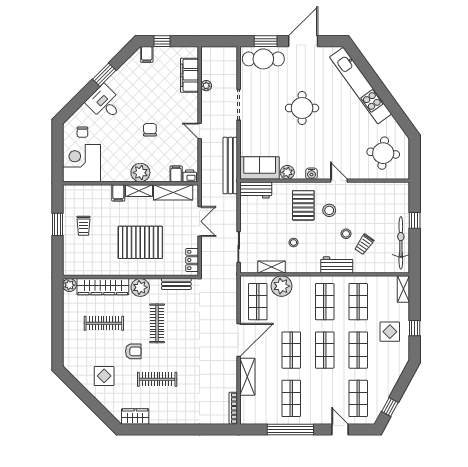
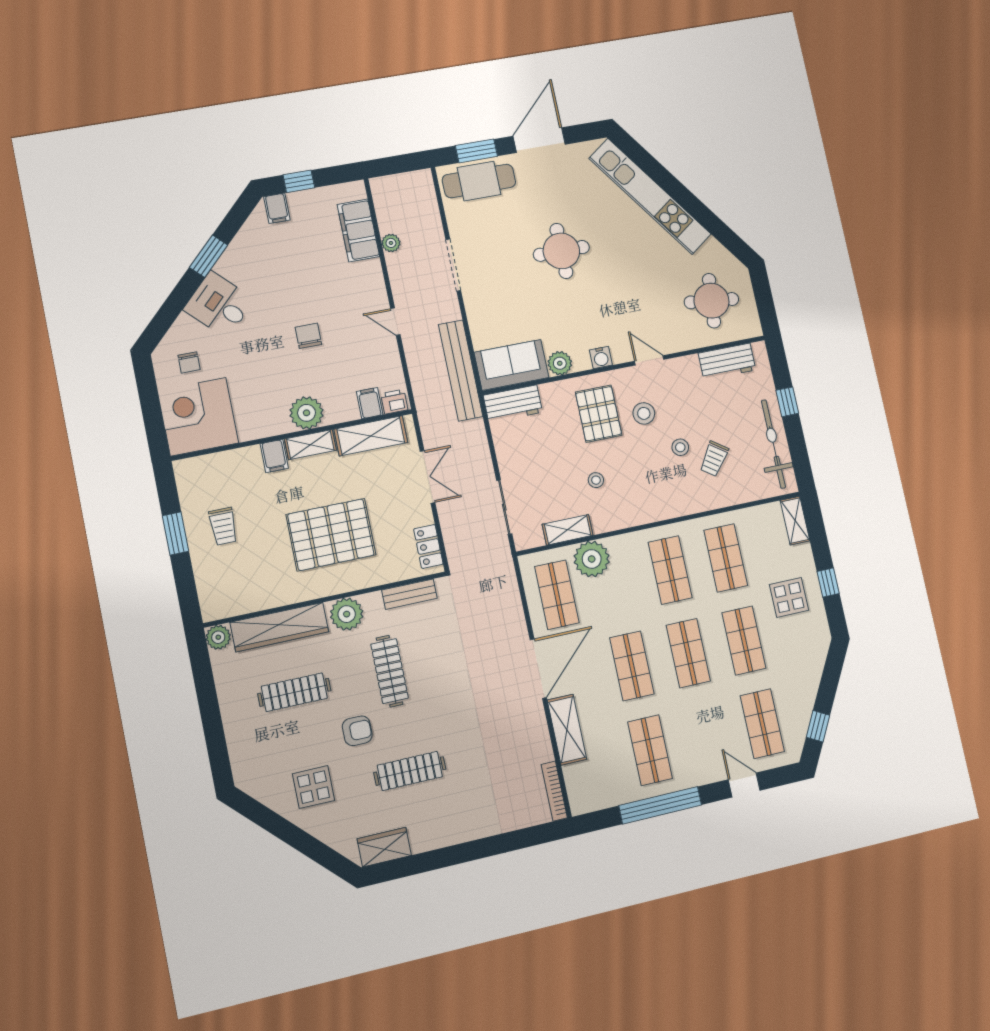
workbench: (337, 265) -> (727, 362), moved, turned 180

